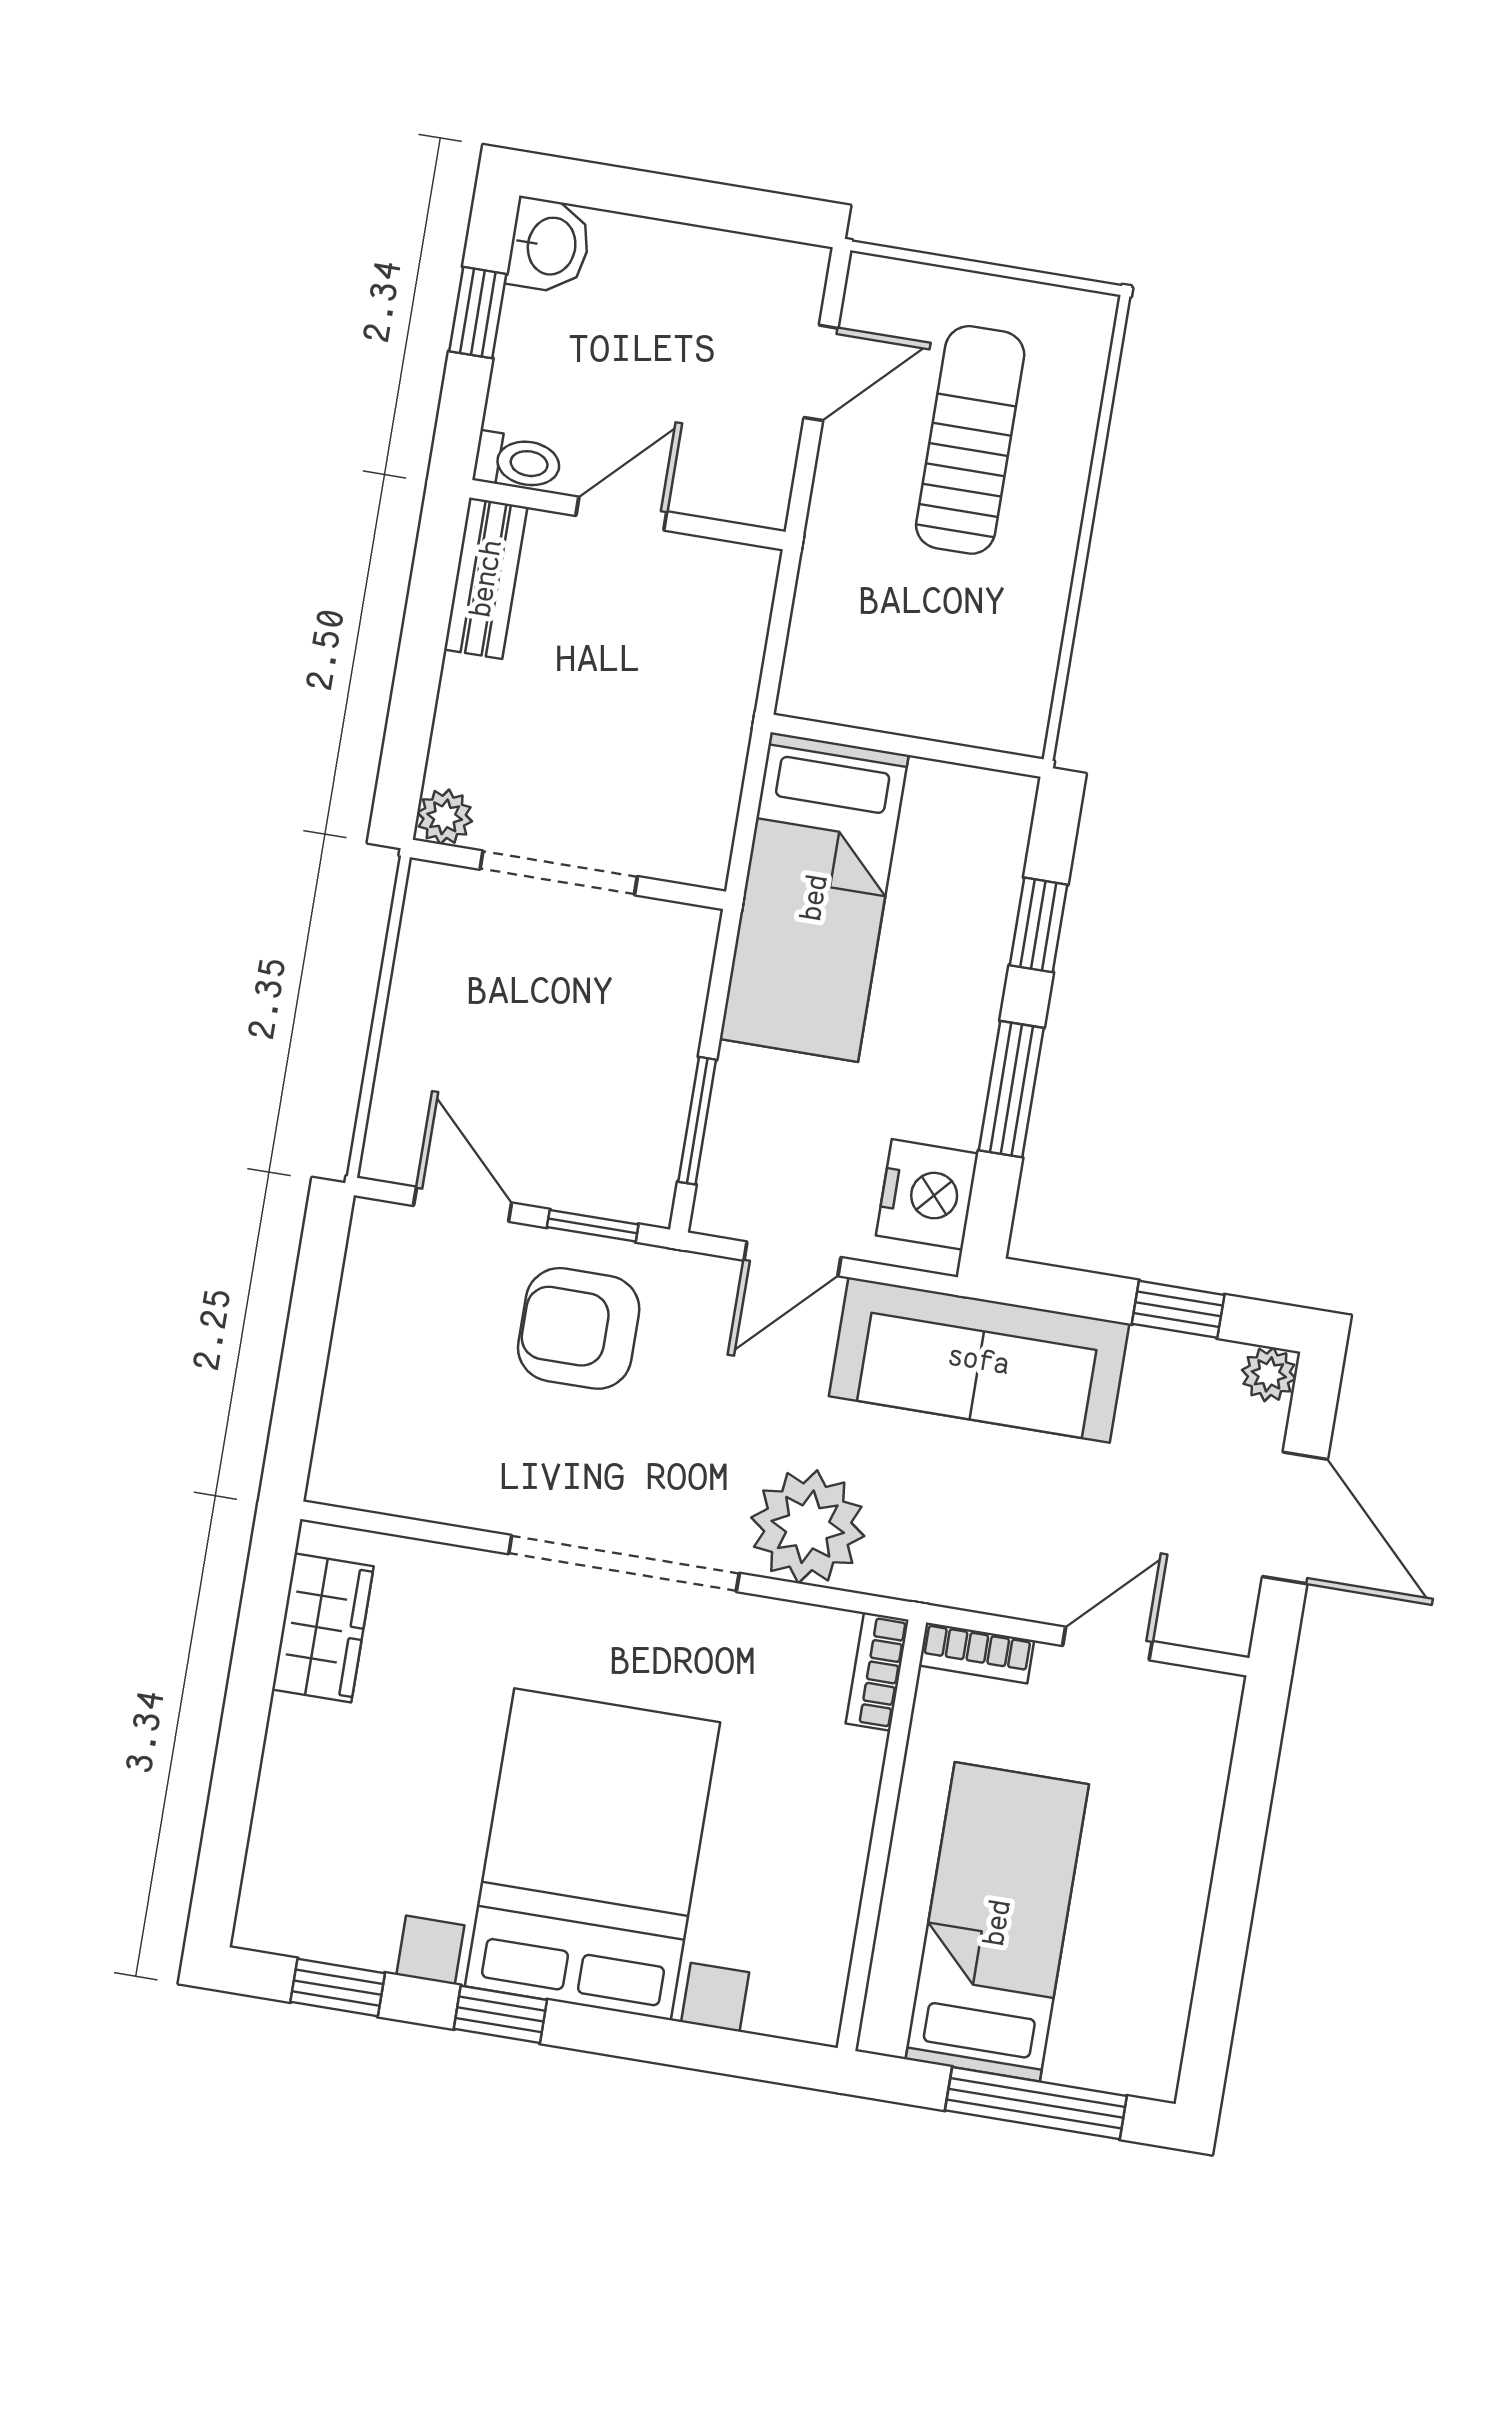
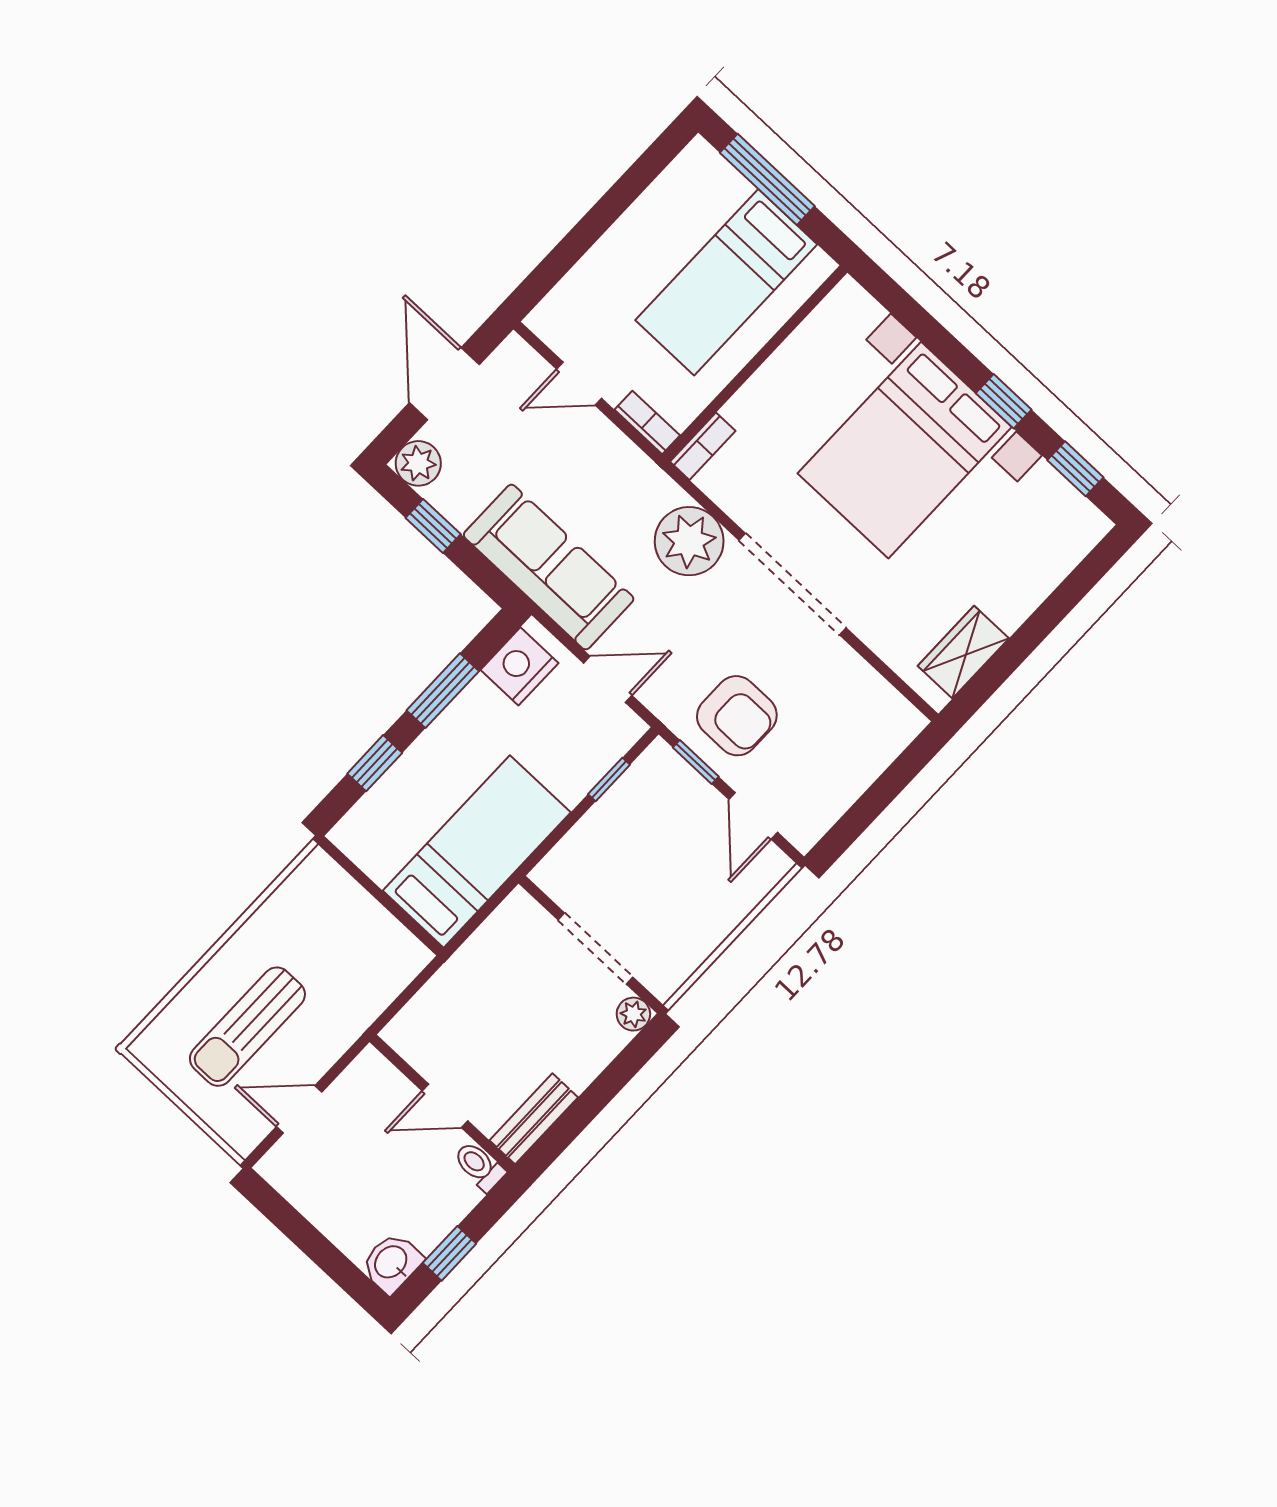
window: (697, 1121) -> (609, 779), width x0.67
plant: (1269, 1374) -> (418, 463), width x1.38, depth x1.38

